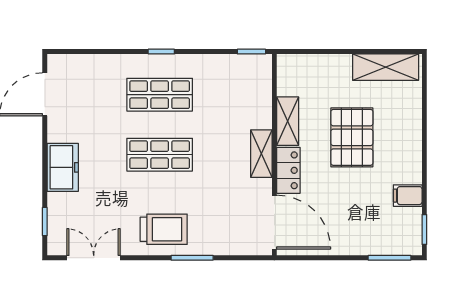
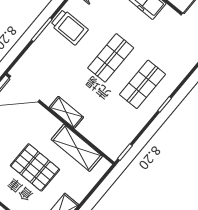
shelving: (288, 121) -> (77, 148), width x1.50, depth x1.33
locker: (288, 170) -> (46, 119), removed
trolley: (164, 229) -> (69, 27), turned -90

